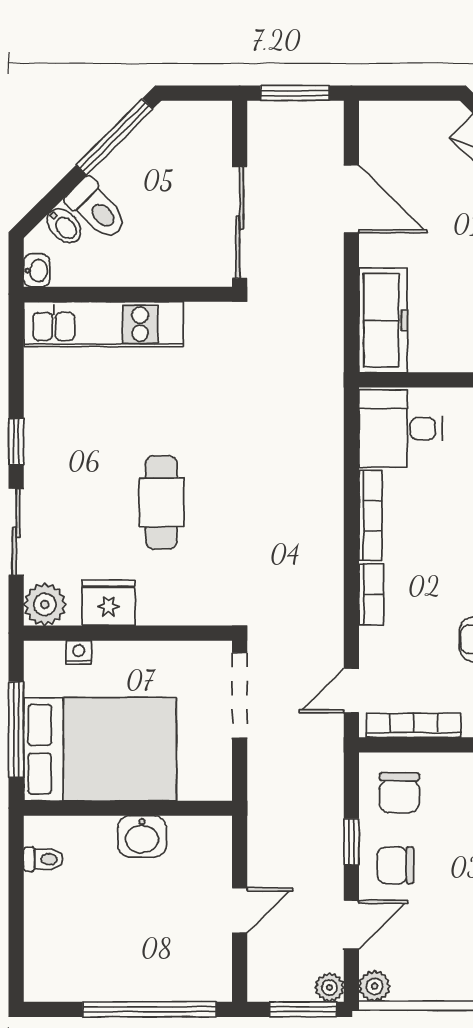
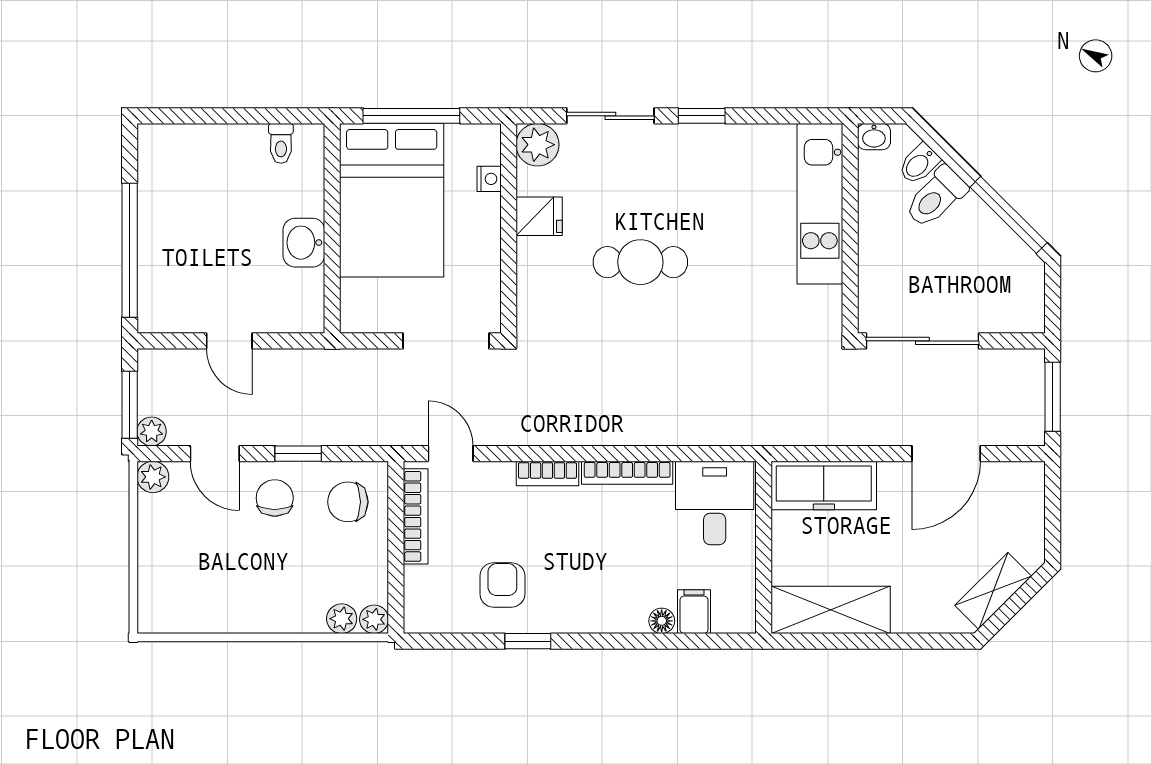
fridge: (109, 603) -> (539, 216), width x0.72

